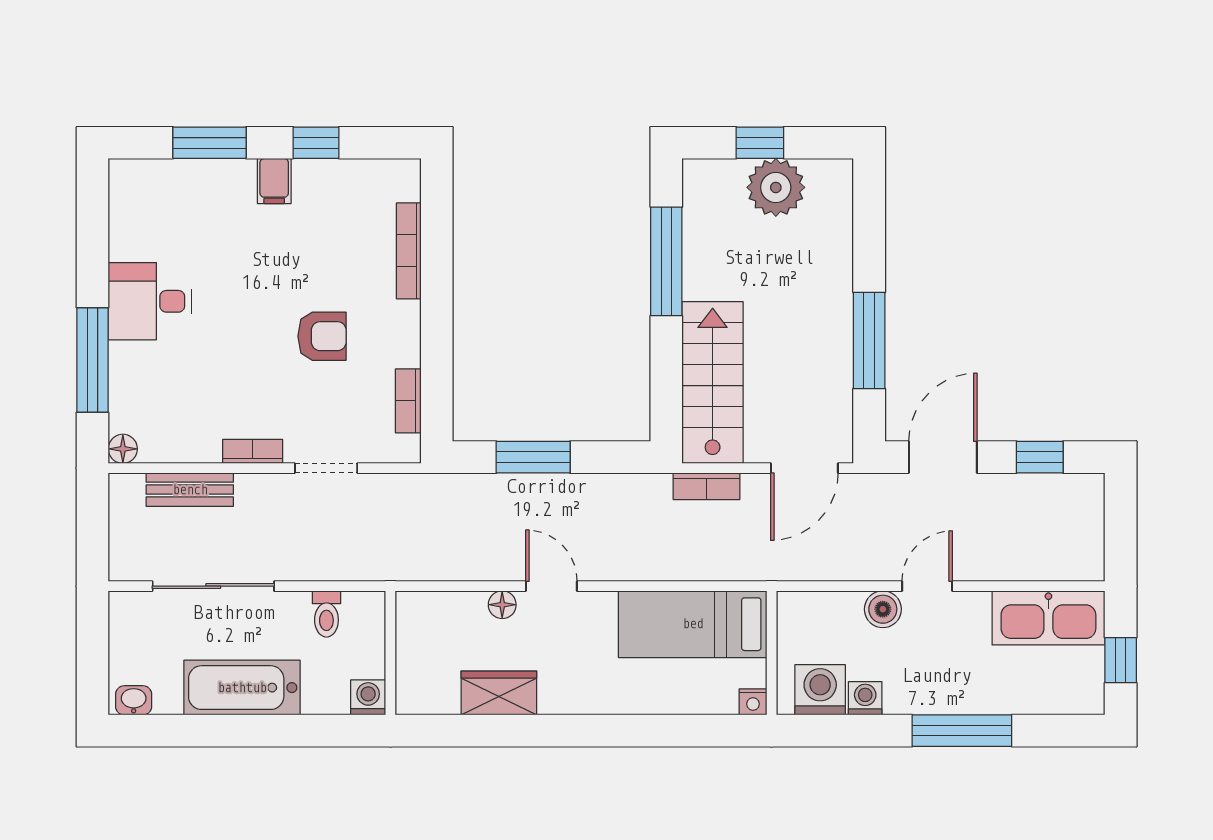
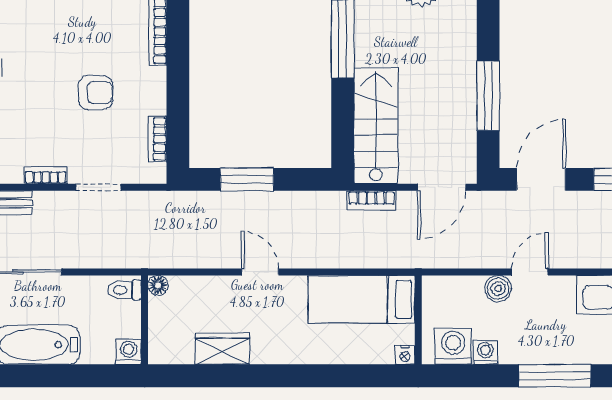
floor lamp: (502, 605) -> (158, 285), moved
toilet: (326, 614) -> (125, 290), moved, turned 90

